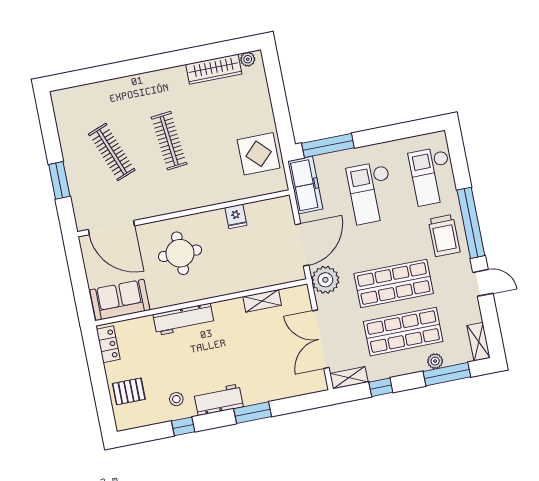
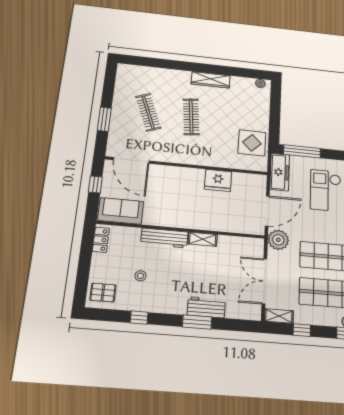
wardrobe: (214, 69) -> (211, 80), moved
fridge: (236, 216) -> (218, 180), width x1.88, depth x1.34
round table: (180, 253) -> (176, 191), removed
window: (78, 274) -> (95, 184), added
shelving: (262, 301) -> (203, 239), moved
pallet: (129, 391) -> (103, 293), moved
stool: (176, 399) -> (140, 276), moved
workbench: (219, 400) -> (206, 307), moved

